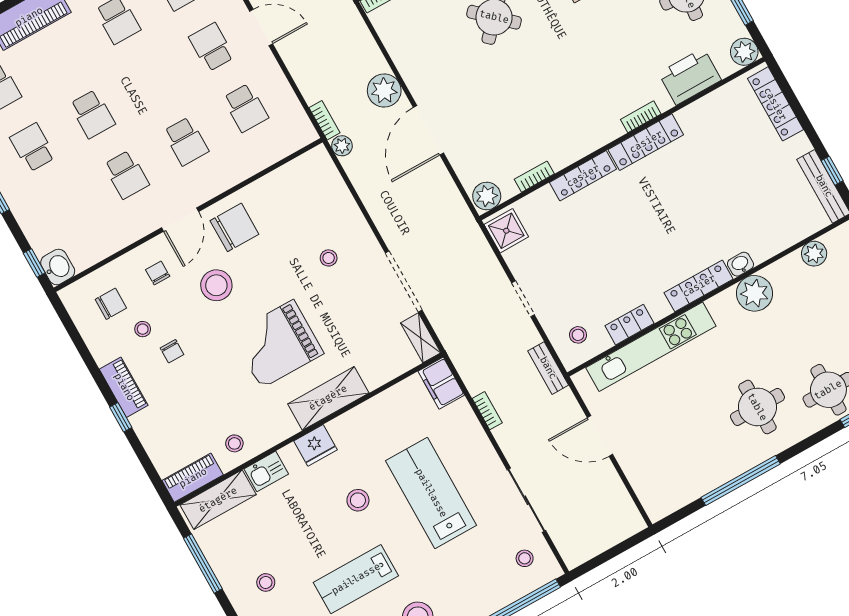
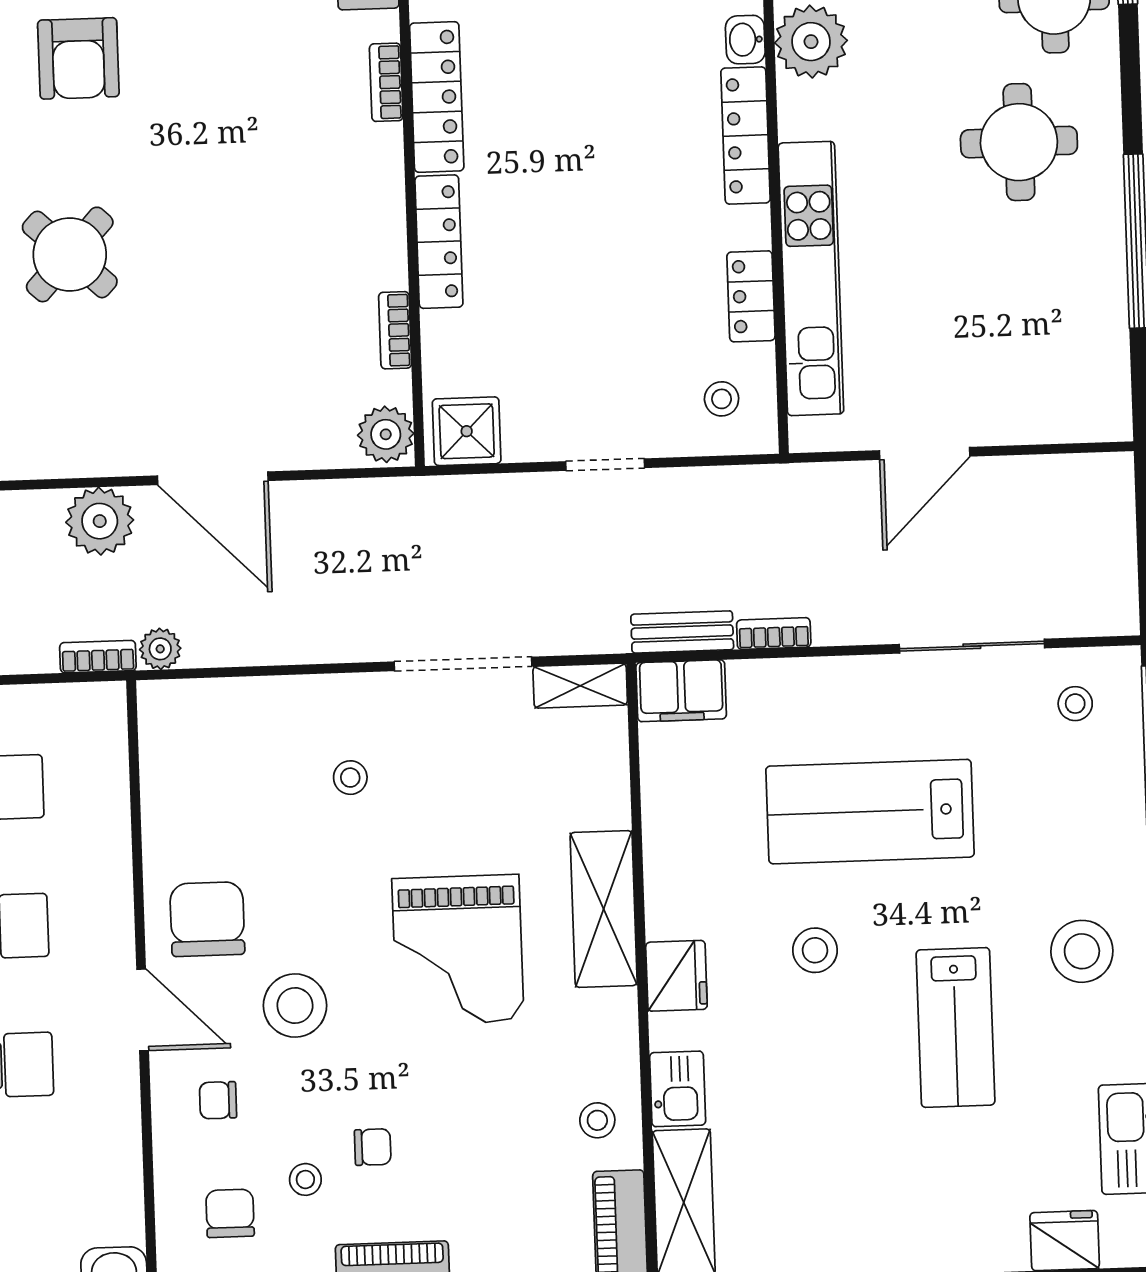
bench: (548, 368) -> (682, 632), moved
stool: (266, 582) -> (878, 1193), removed

